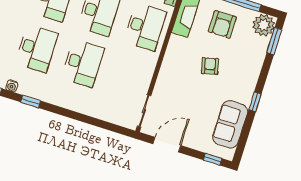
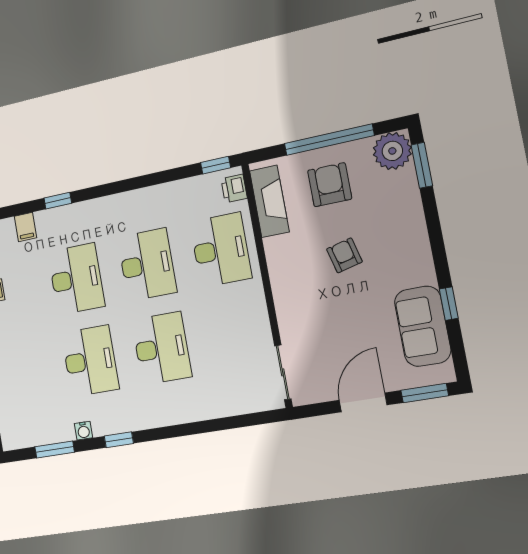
armchair: (222, 24) -> (330, 185), turned 180
window: (255, 102) -> (449, 304), moved
door: (167, 145) -> (363, 402), moved
window: (213, 159) -> (425, 393), width x1.50

